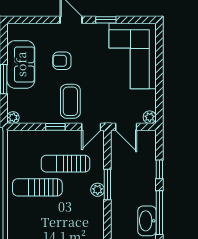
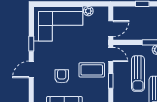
armchair: (62, 61) -> (62, 76), turned 180
plant: (150, 117) -> (88, 11), moved

